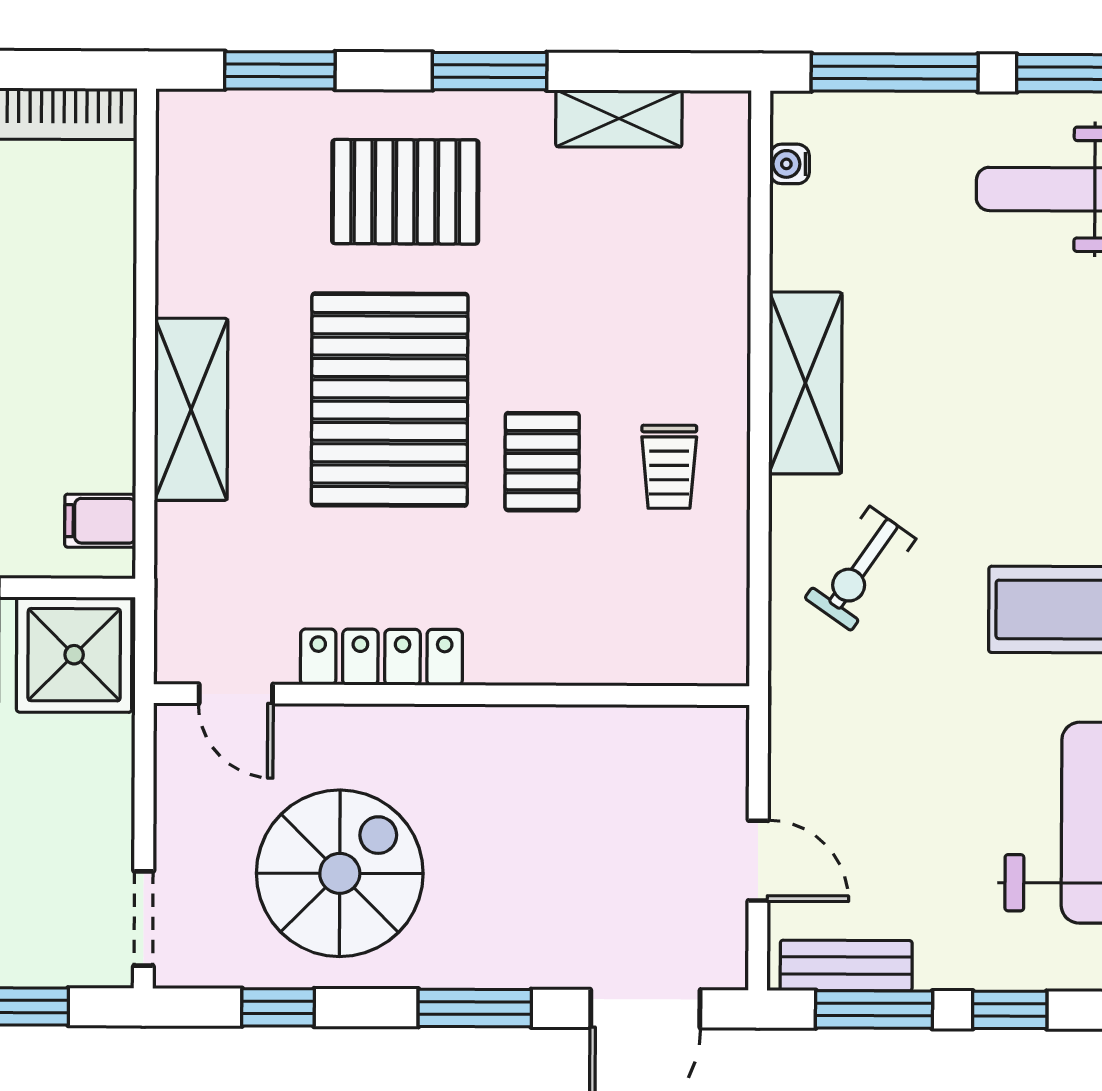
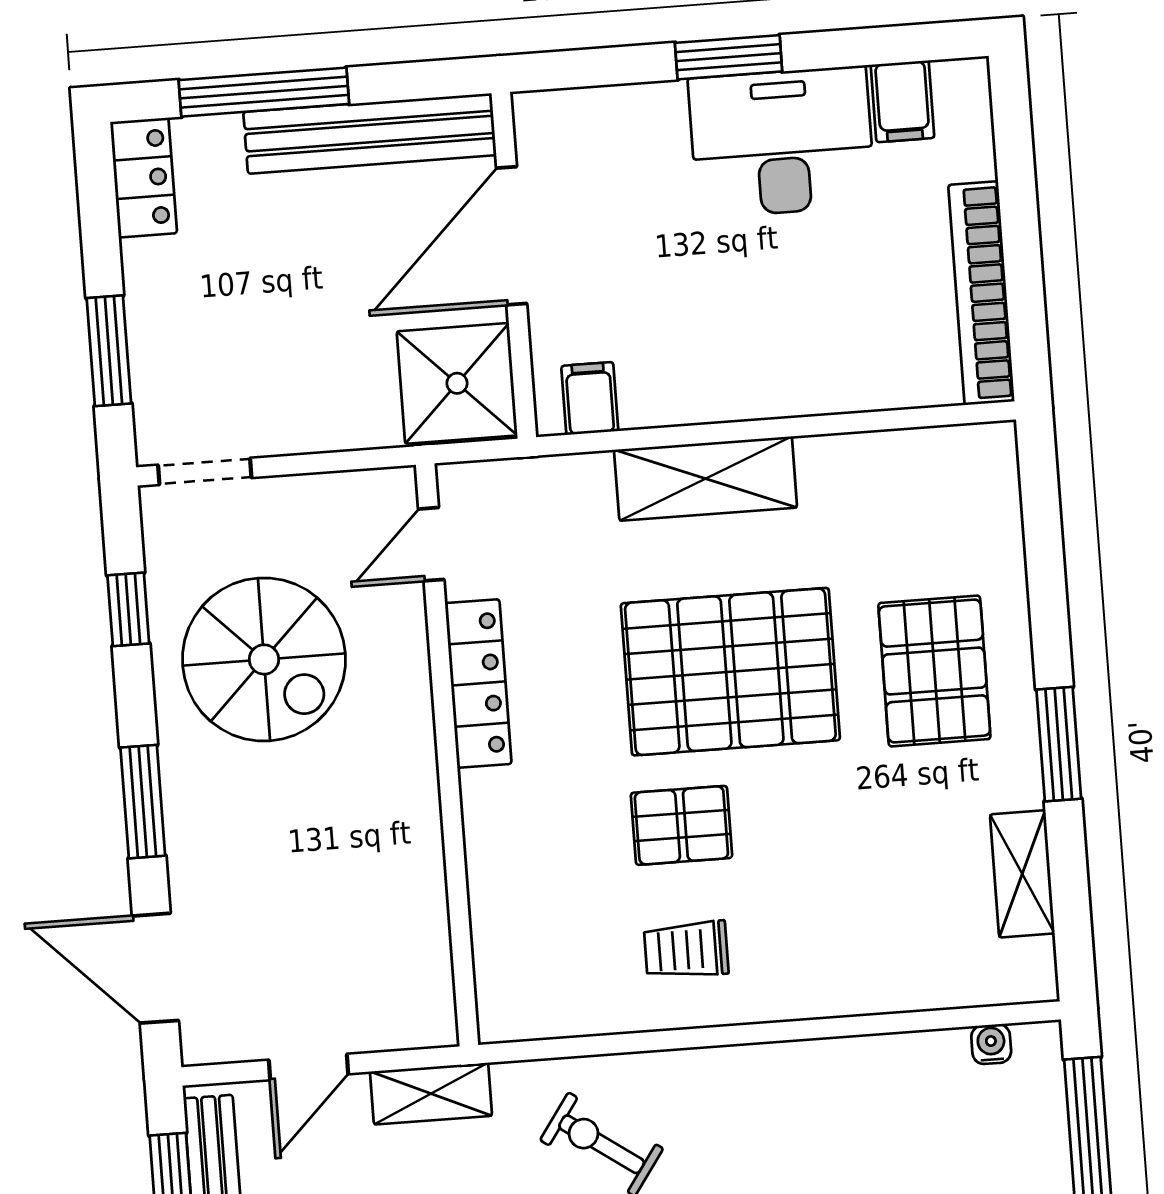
window: (280, 70) -> (1043, 539), removed
shelving: (805, 383) -> (431, 1094), moved, width x0.67, depth x0.75

